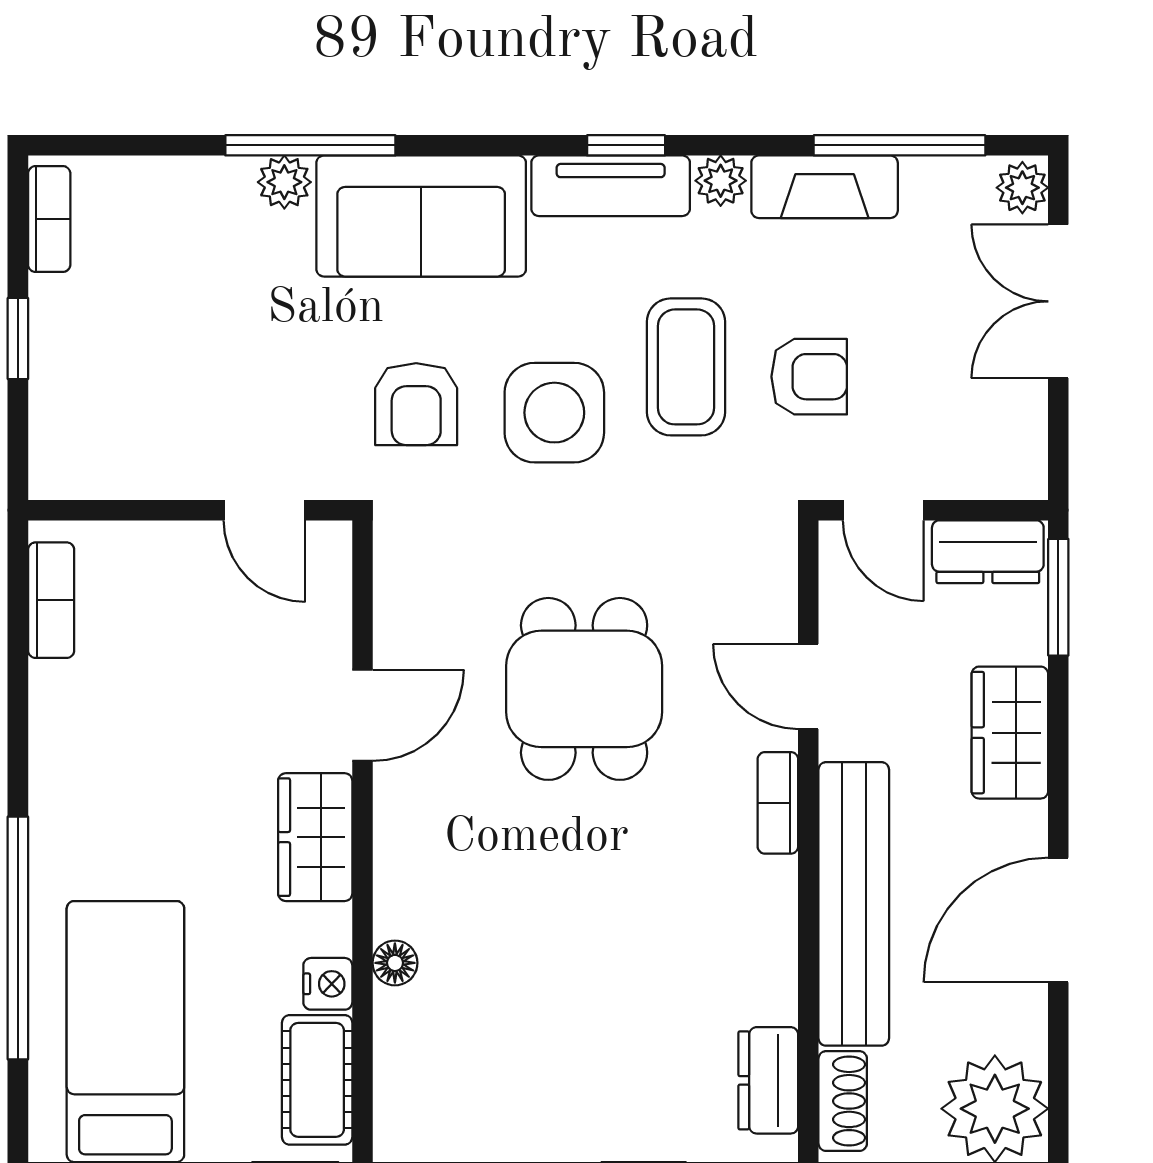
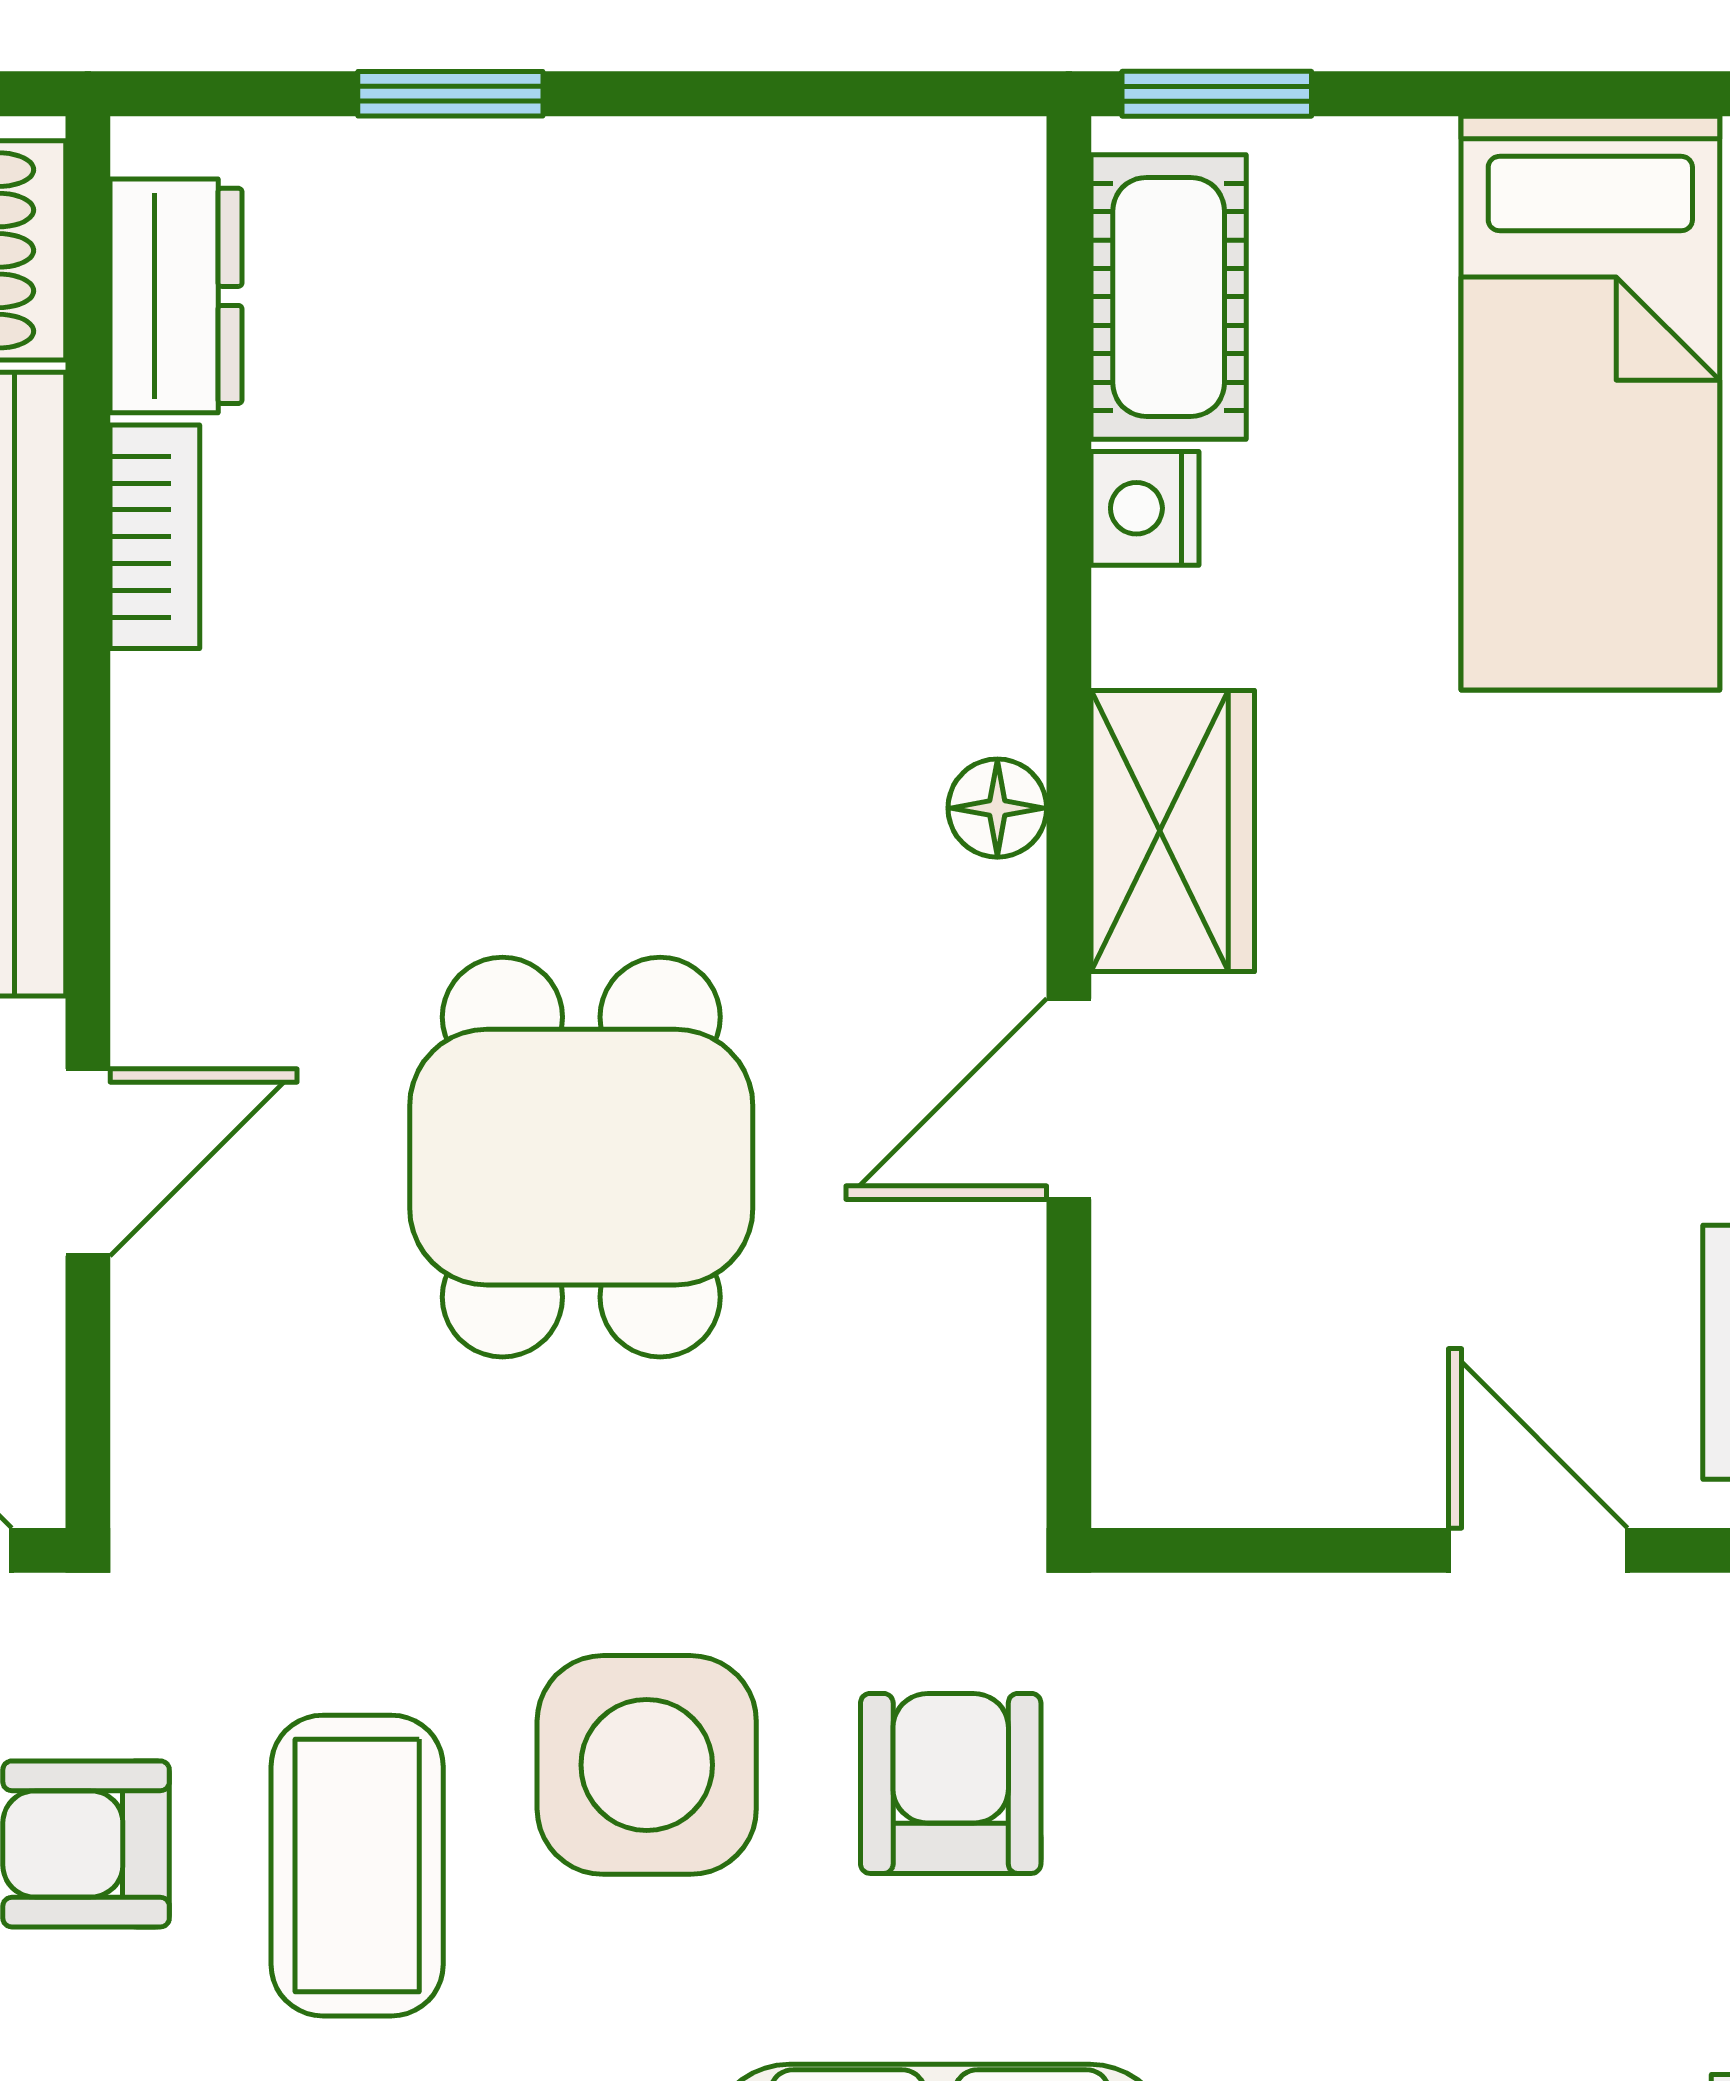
door: (264, 510) -> (1538, 1550), moved
door: (808, 687) -> (88, 1162), hinge flipped
bookcase: (778, 803) -> (155, 537), moved
floor lamp: (395, 963) -> (997, 808), moved

